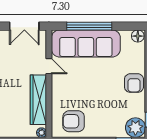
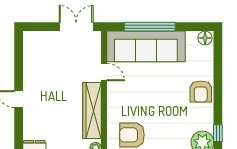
double door: (24, 26) -> (76, 27), swing flipped

